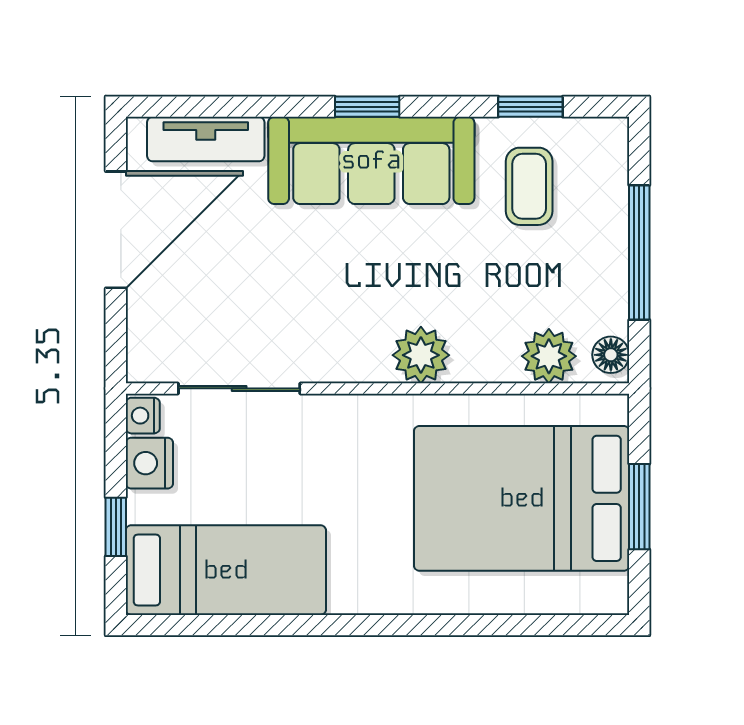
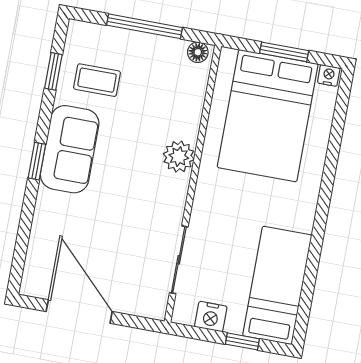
tv unit: (206, 139) -> (38, 253), removed
sofa: (371, 160) -> (70, 149), width x0.73
plant: (549, 356) -> (192, 86), removed
nightstand: (143, 416) -> (329, 75), moved, turned 180

